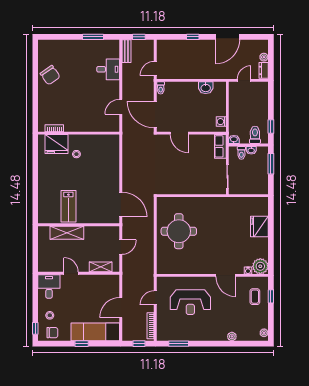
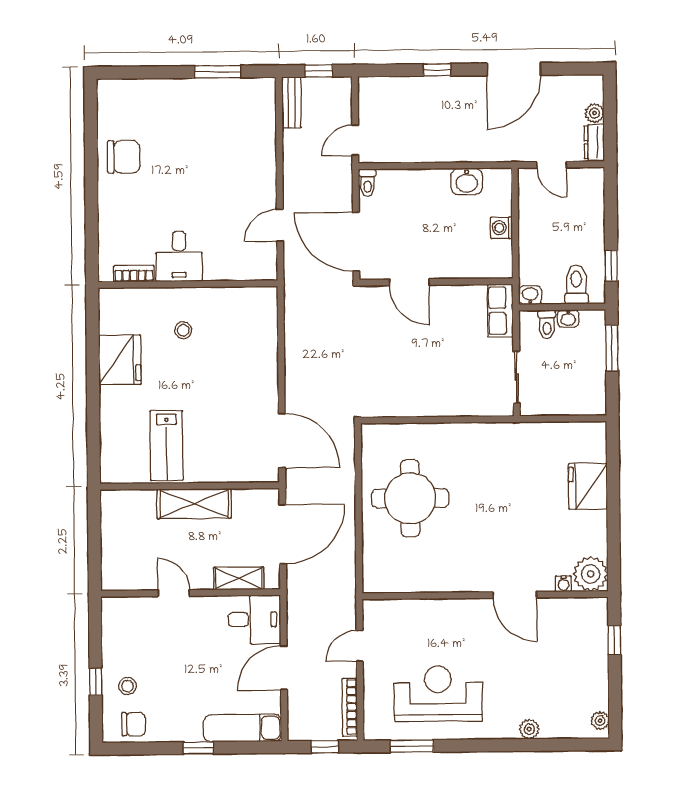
desk: (108, 69) -> (179, 256), moved, turned 90
chair: (50, 75) -> (124, 157), turned -55
door: (244, 80) -> (552, 165), swing flipped
washing machine: (221, 122) -> (501, 228), moved
fridge: (57, 144) -> (120, 360), moved, turned -90
shelving: (67, 233) -> (194, 504), moved
door: (121, 247) -> (283, 534), width x1.87
desk: (49, 286) -> (254, 619), moved, turned 90
coffee table: (255, 297) -> (579, 641), removed
reception desk: (190, 302) -> (438, 694), moved, turned 180
window: (35, 328) -> (96, 682), moved
exam couch: (95, 332) -> (243, 728), width x0.73, depth x0.69

